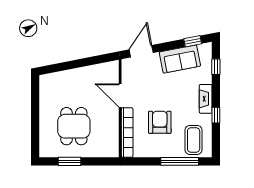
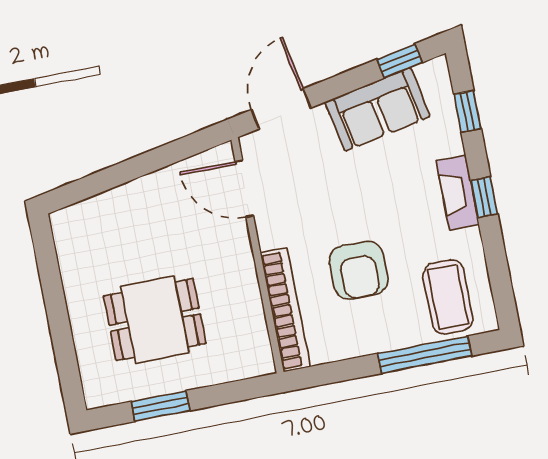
door: (120, 95) -> (244, 189), moved
window: (216, 115) -> (484, 197), moved
armchair: (160, 122) -> (359, 270), turned 180
dining table: (74, 126) -> (155, 320), turned 90

